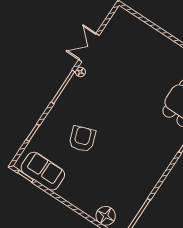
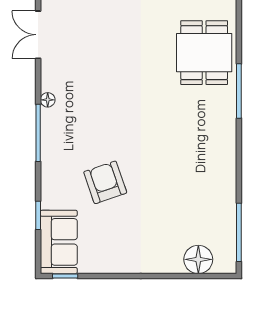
double door: (89, 47) -> (38, 35), moved
sofa: (43, 171) -> (59, 242), moved, turned 90

